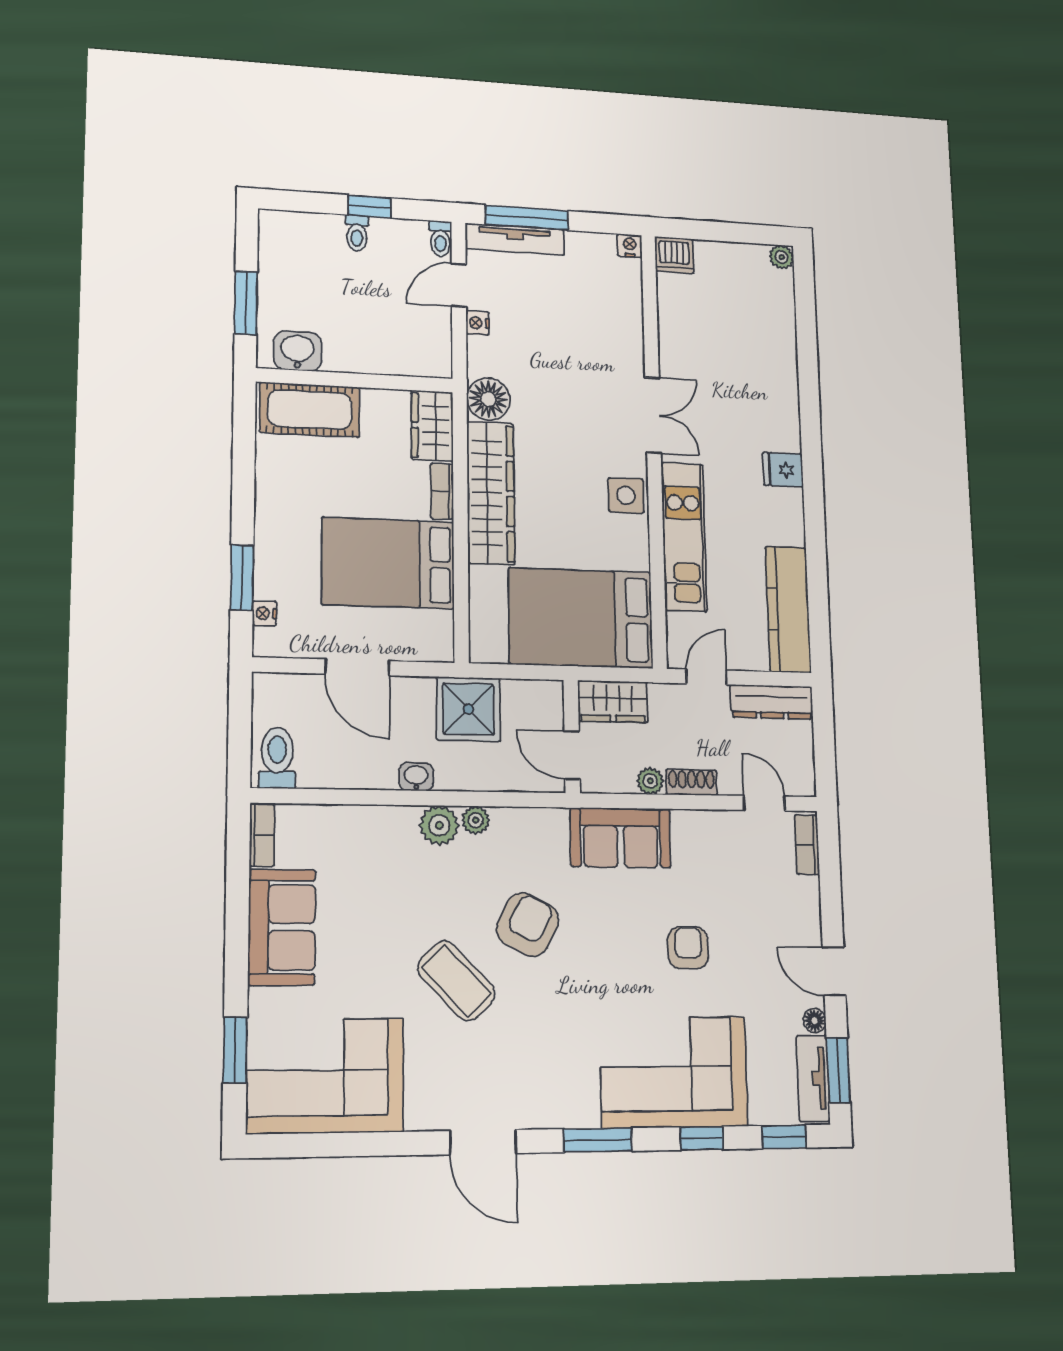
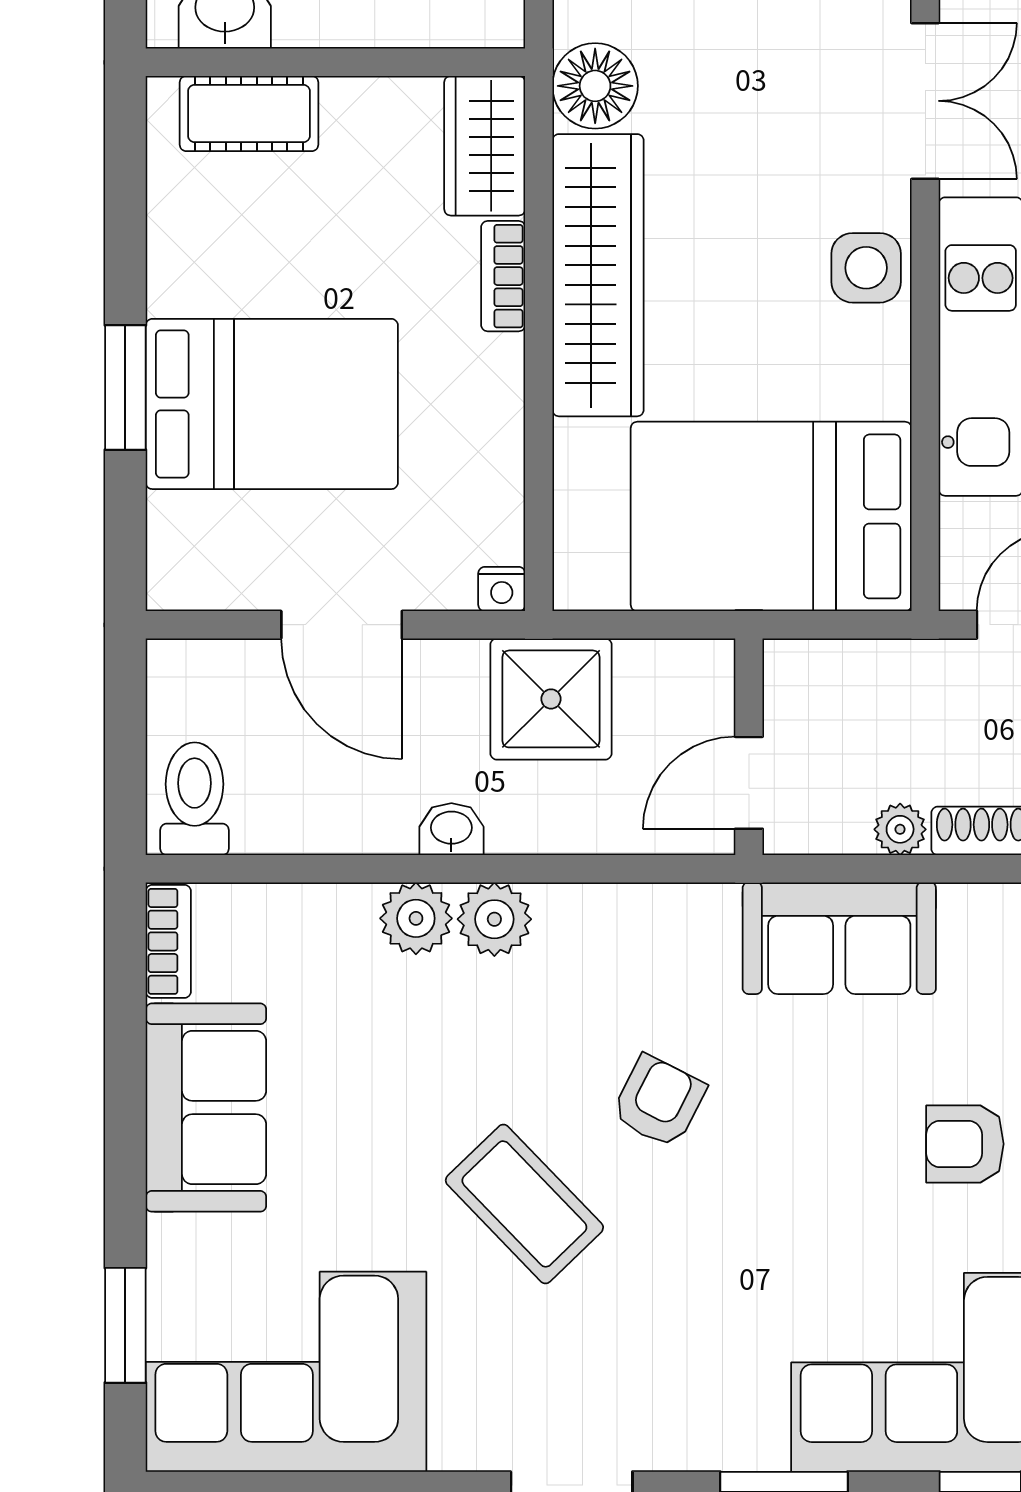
cot: (310, 410) -> (249, 114), width x0.73, depth x0.75
bed: (388, 563) -> (272, 404), moved, turned 180
window: (242, 578) -> (125, 388), moved
nightstand: (264, 613) -> (502, 589), moved, turned -90
wardrobe: (613, 702) -> (830, 678), removed
door: (572, 755) -> (749, 783), hinge flipped
plant: (476, 820) -> (416, 918), moved, width x1.38, depth x1.38
armchair: (528, 924) -> (659, 1101), width x0.72, depth x0.72
armchair: (688, 948) -> (965, 1144), turned -90

